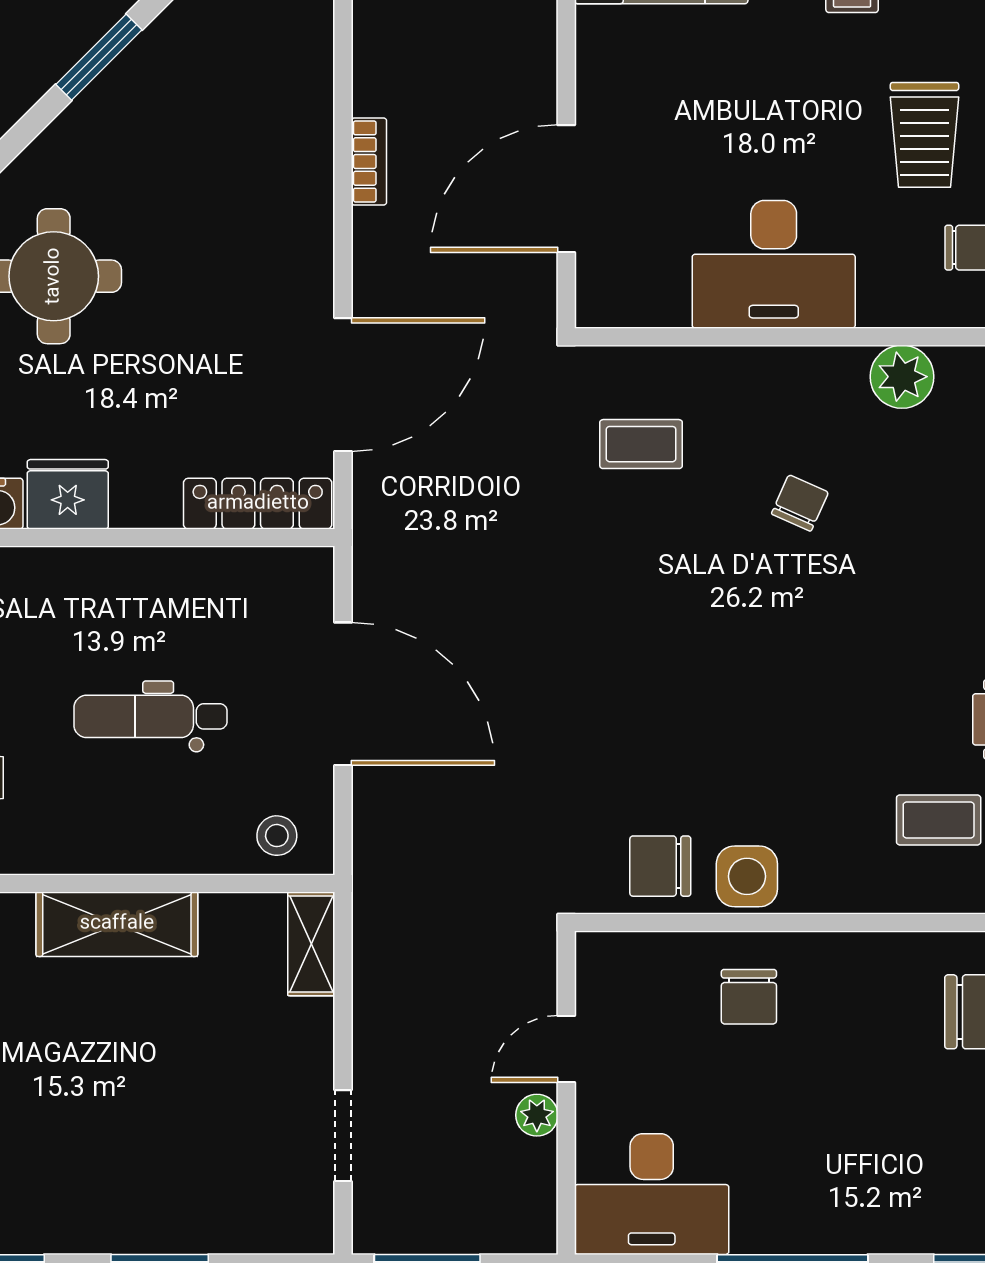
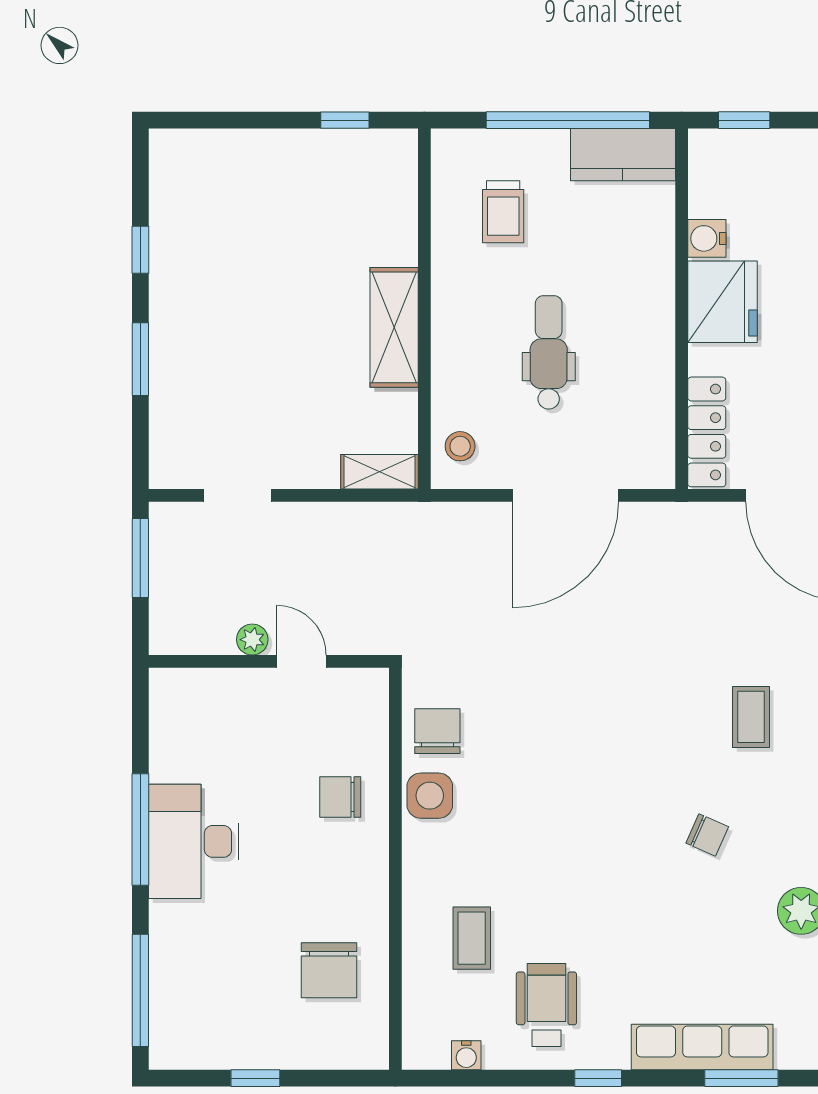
fridge: (68, 494) -> (722, 302), width x1.36, depth x1.34
desk: (652, 1194) -> (194, 841), moved

